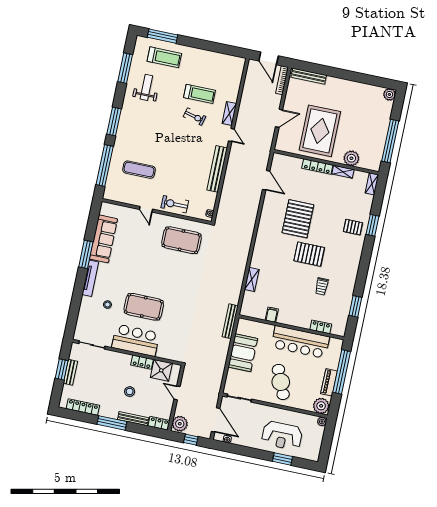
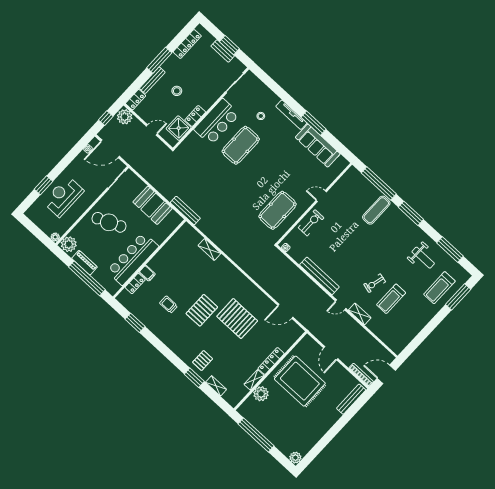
exercise mat: (139, 170) -> (376, 210), moved
shelving: (372, 184) -> (216, 386), moved
filing cabinet: (272, 315) -> (147, 273), moved

